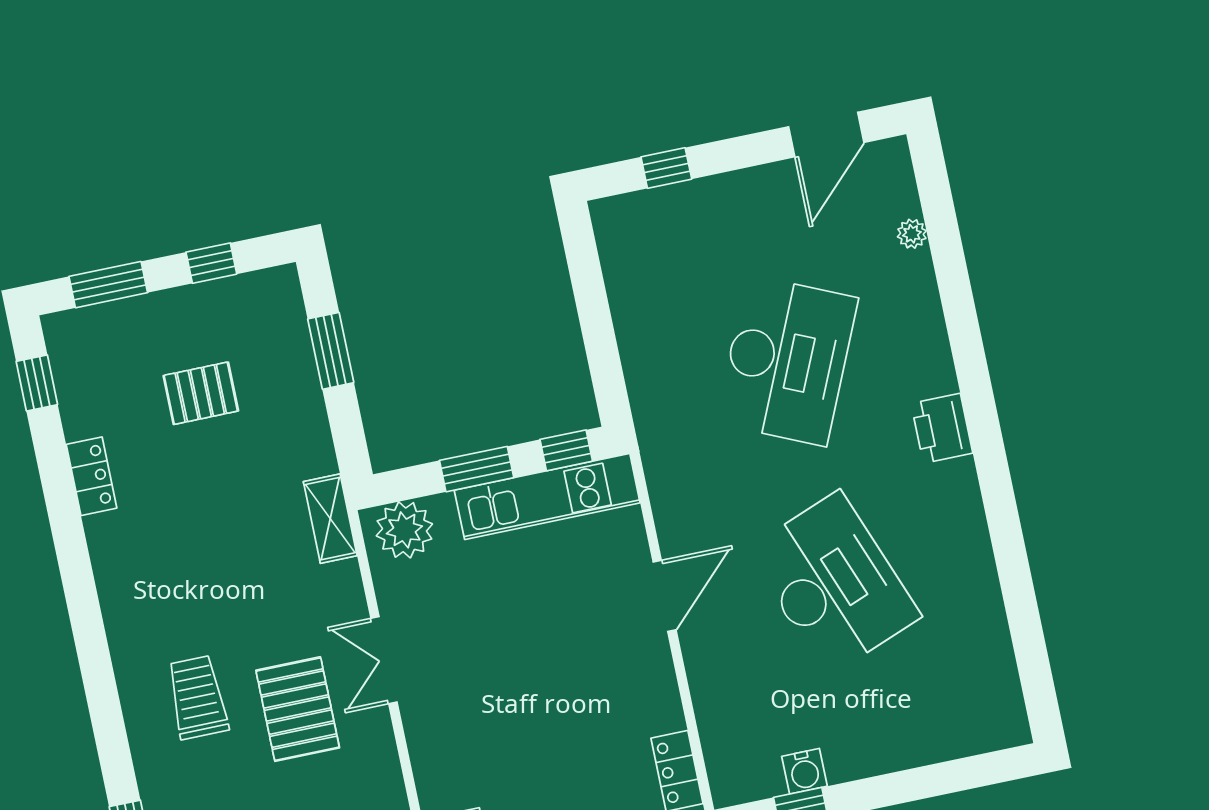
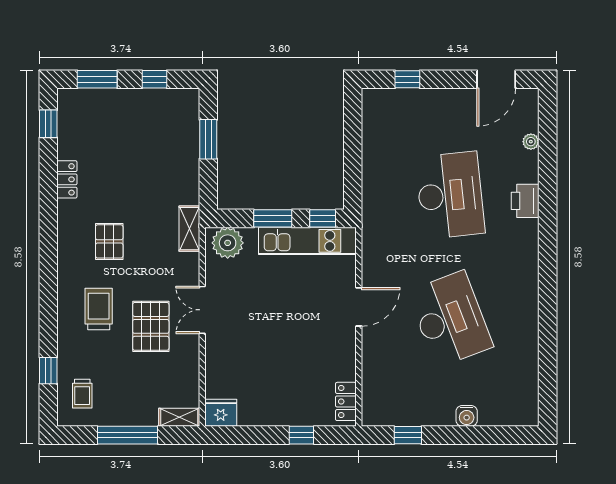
desk: (787, 361) -> (450, 195), turned -30
pallet: (201, 393) -> (109, 241), moved, turned 90
printer: (942, 428) -> (525, 201), moved
water cooler: (804, 771) -> (467, 416), moved

